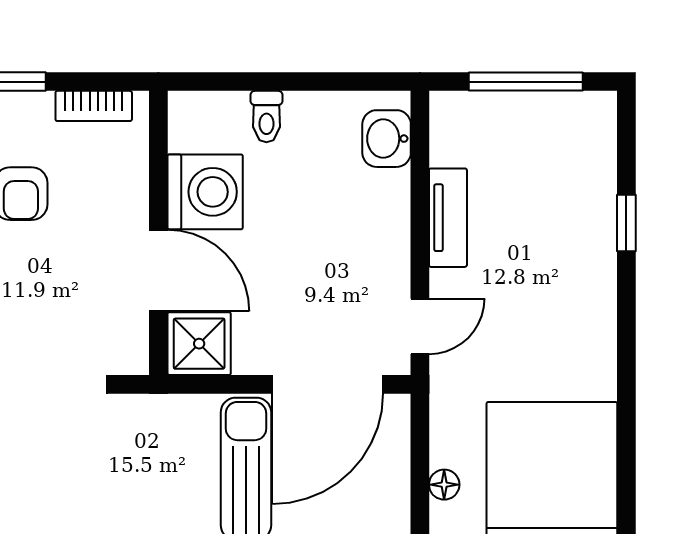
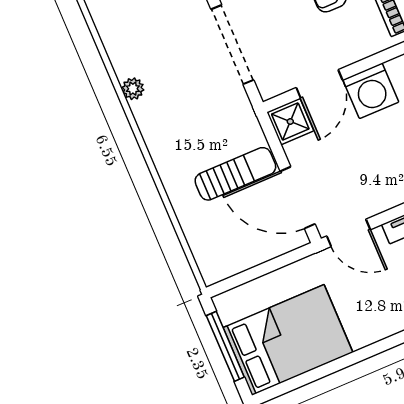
door: (420, 326) -> (348, 233), width x1.38
floor lamp: (444, 485) -> (271, 281), removed

